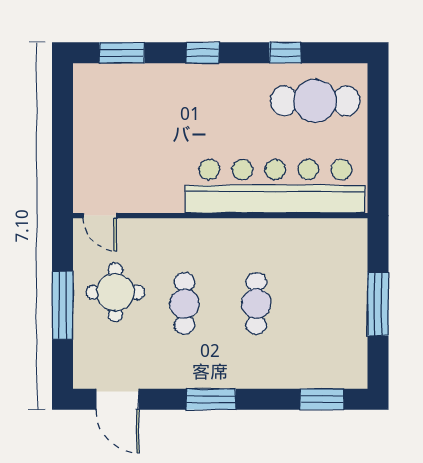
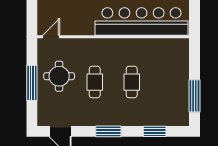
door: (100, 216) -> (51, 37), swing flipped
window: (378, 304) -> (195, 96), moved
window: (322, 399) -> (155, 131), moved

